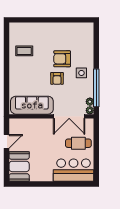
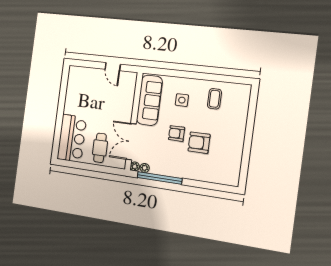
armchair: (62, 59) -> (199, 143), turned -90
side table: (81, 73) -> (182, 100), moved
booth: (19, 166) -> (84, 78), removed

